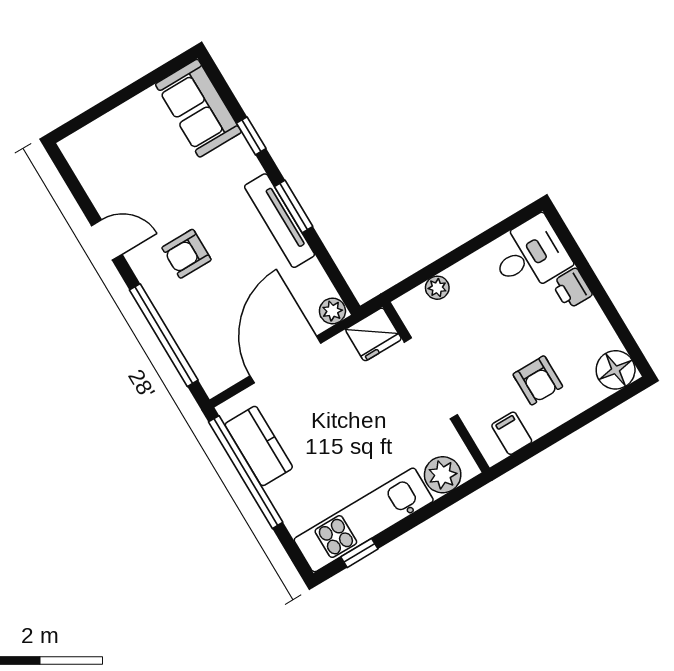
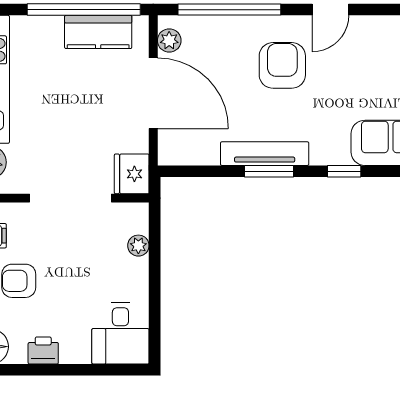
armchair: (186, 254) -> (282, 65), width x1.38, depth x1.38
printer: (572, 289) -> (43, 351), moved
plant: (332, 311) -> (169, 40), moved

